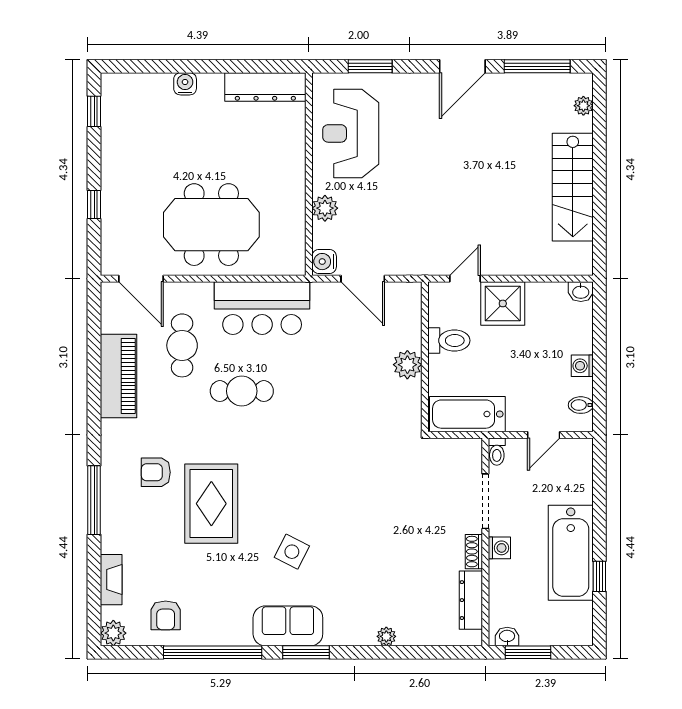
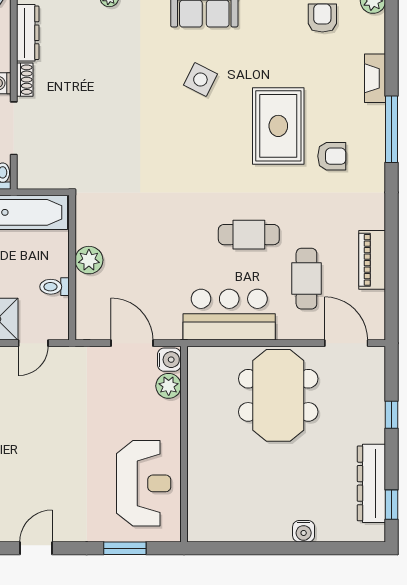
door: (462, 66) -> (36, 548), width x0.73
dresser: (265, 87) -> (371, 483), moved, turned -90
plant: (325, 208) -> (169, 386), moved
meeting table: (211, 225) -> (278, 395), turned 90
toilet: (449, 340) -> (55, 287), width x0.73, depth x0.72
piano: (118, 376) -> (372, 260), width x0.73, depth x0.75
fireplace: (111, 580) -> (375, 78), moved

